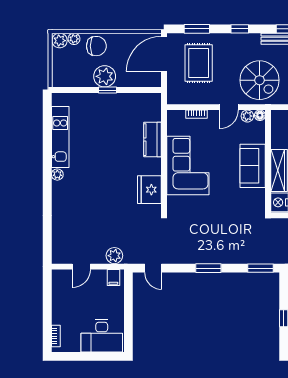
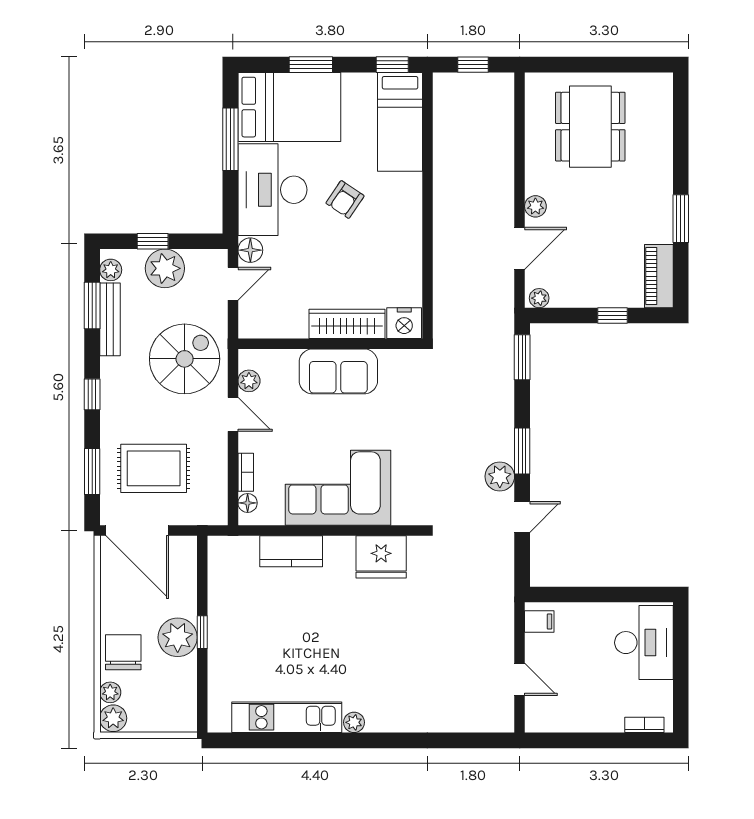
floor lamp: (260, 115) -> (248, 503), moved
plant: (114, 256) -> (500, 476), moved
door: (153, 268) -> (522, 517), moved

